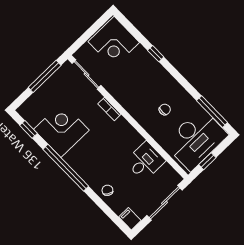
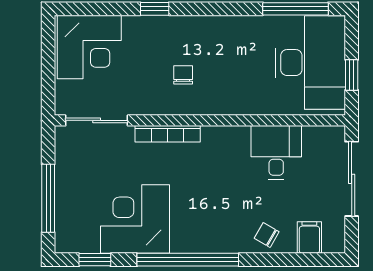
window: (45, 76) -> (48, 198), moved
bookcase: (109, 109) -> (168, 134), width x1.56
chair: (165, 110) -> (183, 75), moved
filing cabinet: (130, 219) -> (309, 237), moved, turned 90

